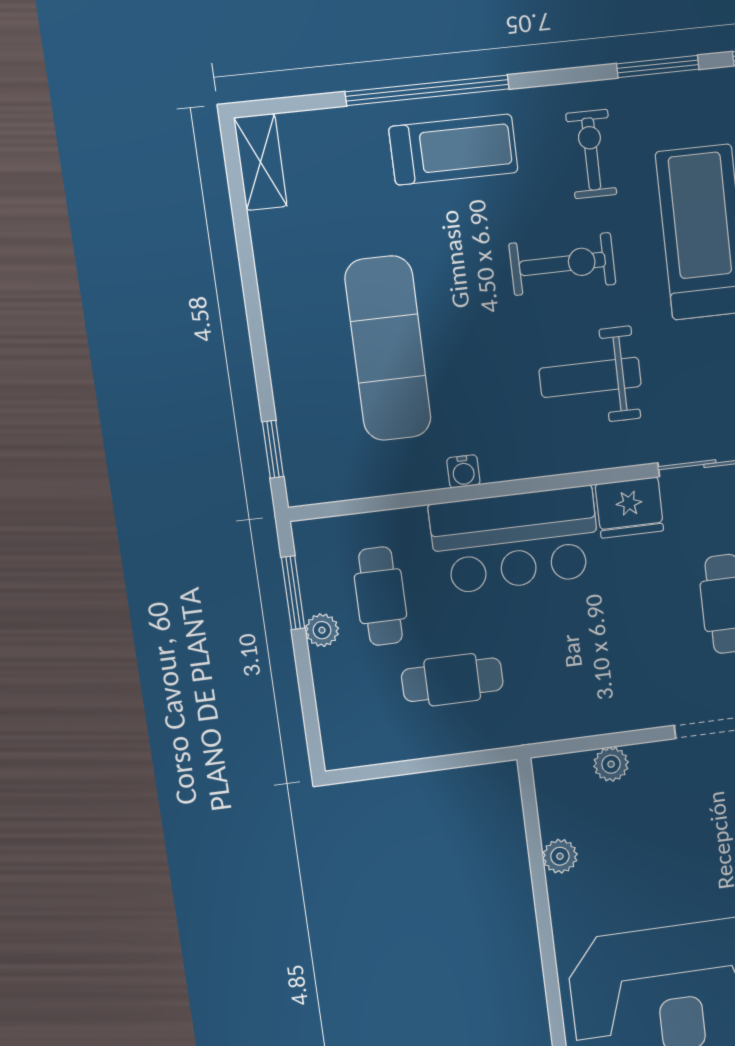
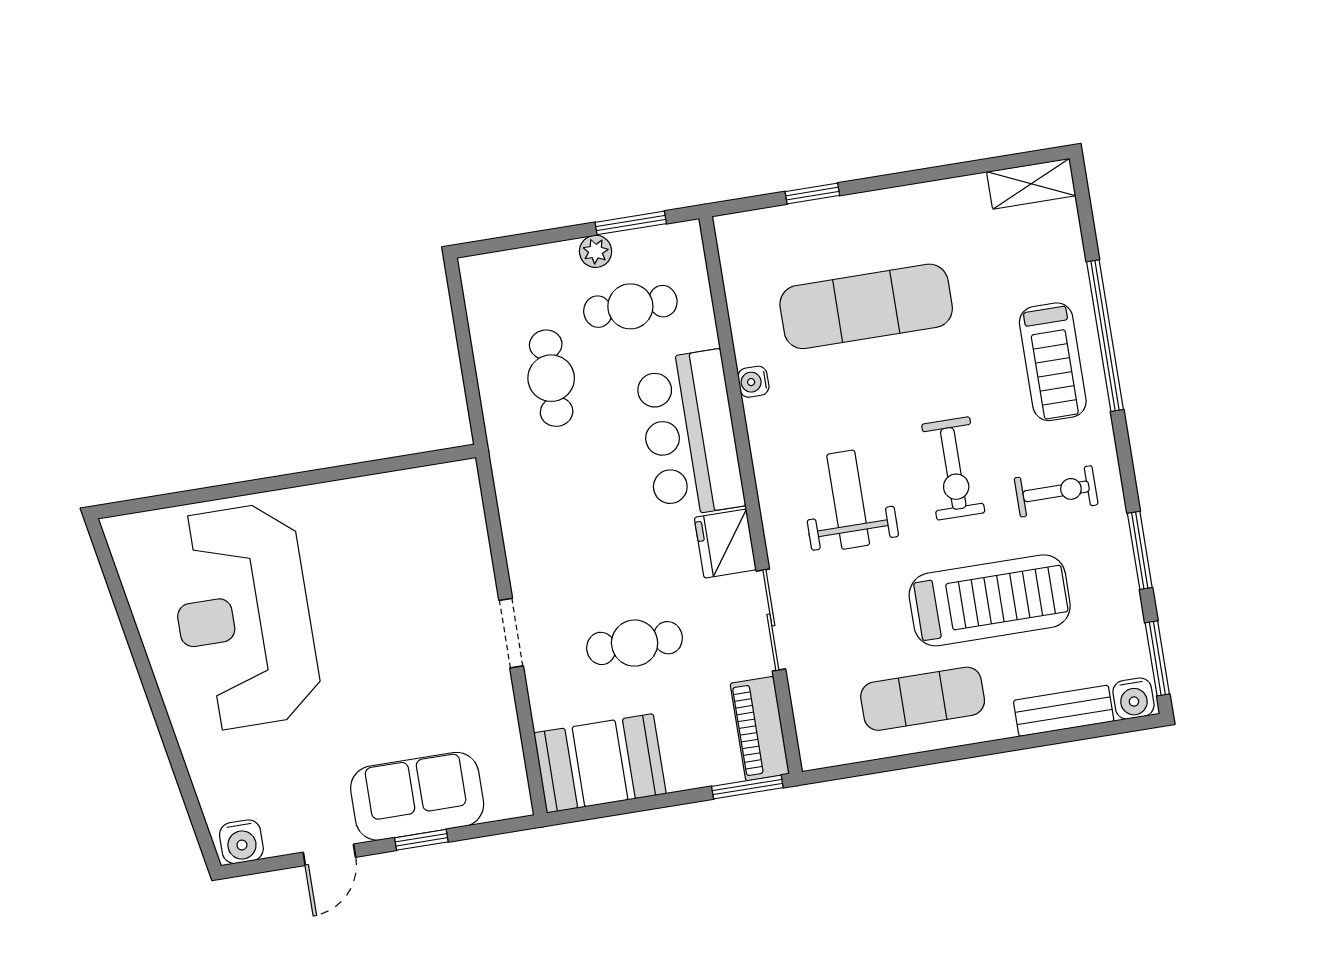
window: (273, 449) -> (812, 194), moved
plant: (611, 764) -> (472, 537), removed
plant: (560, 856) -> (377, 491), removed

